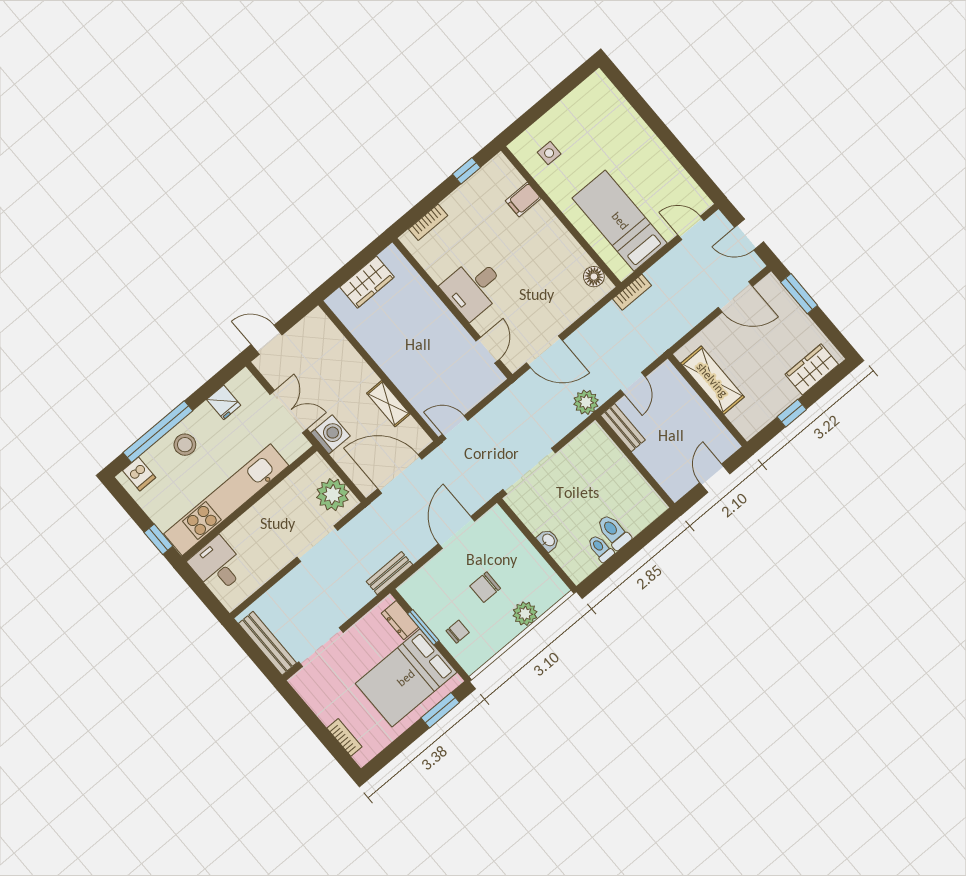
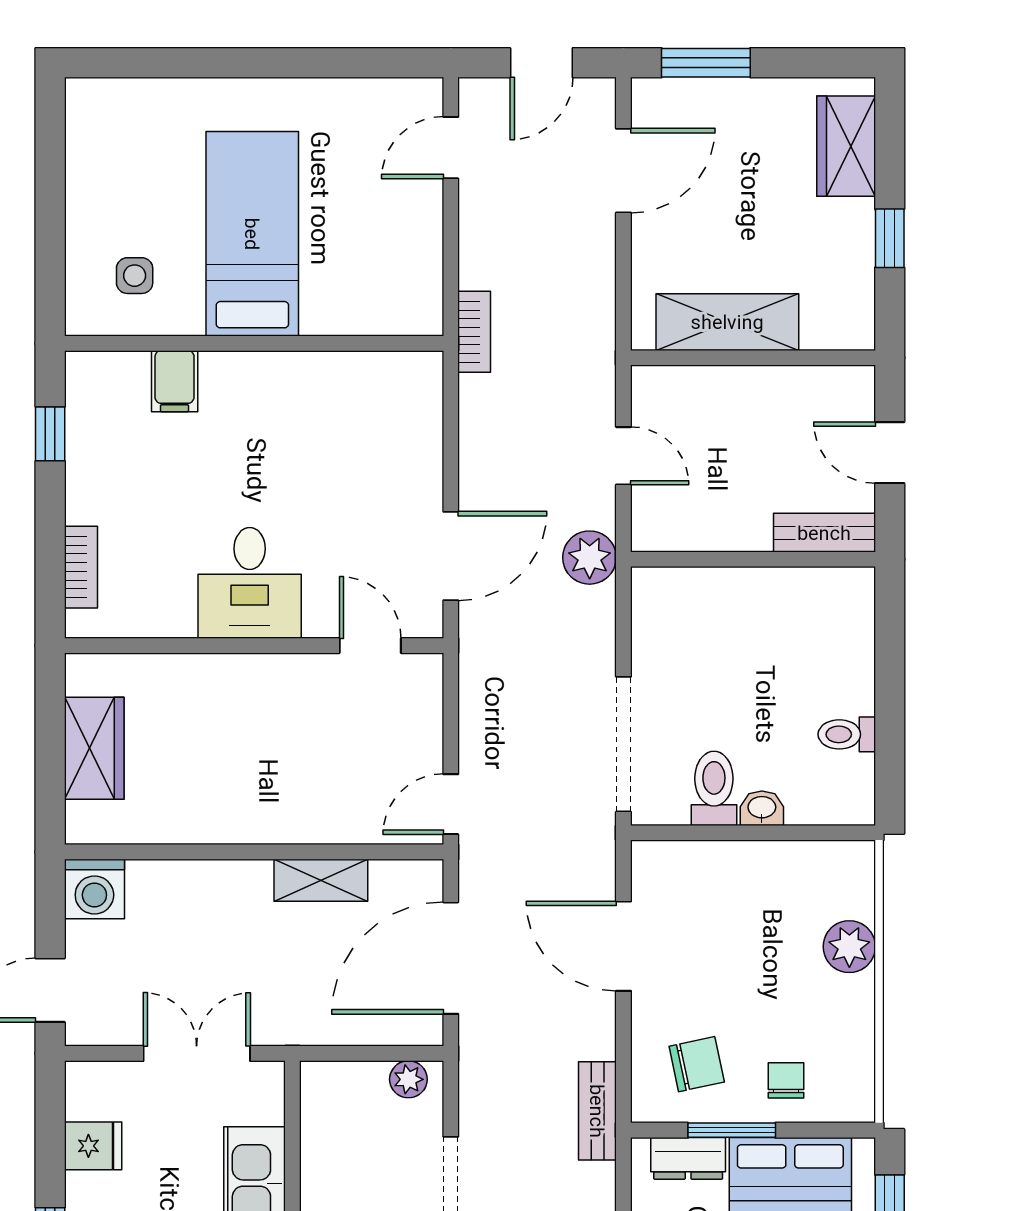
bed: (620, 221) -> (252, 234), moved, turned 90
floor lamp: (594, 277) -> (397, 372), removed
bench: (623, 428) -> (824, 533), moved
washing machine: (331, 434) -> (94, 889), moved, turned 180
plant: (333, 495) -> (408, 1079), width x0.53, depth x0.53
toilet: (614, 532) -> (714, 788), moved, turned 90
chair: (485, 587) -> (697, 1064), moved, turned -102

